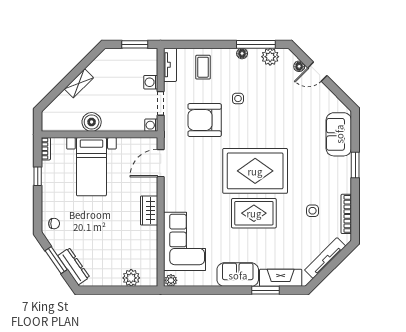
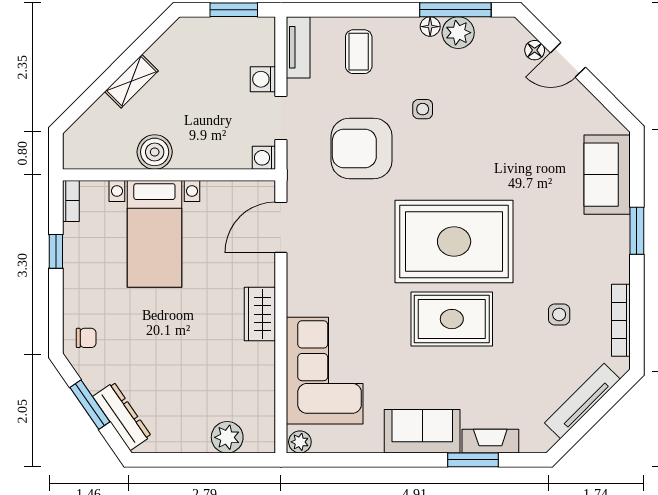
plant: (270, 57) -> (458, 33), moved
fireplace: (281, 278) -> (490, 441), width x0.73, depth x0.76

